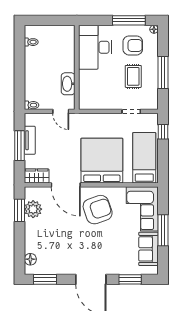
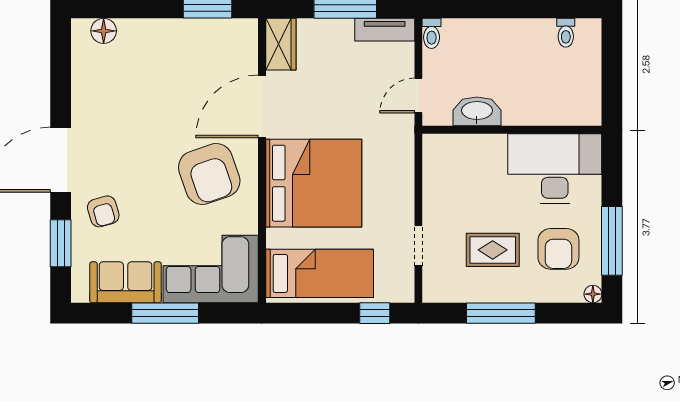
tv unit: (30, 140) -> (385, 30), moved
plant: (33, 209) -> (210, 37), removed
armchair: (115, 259) -> (103, 211), added
window: (45, 279) -> (61, 62), removed

